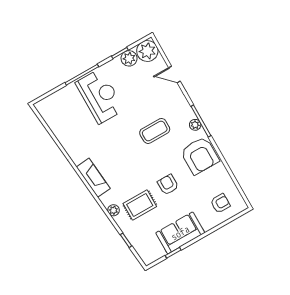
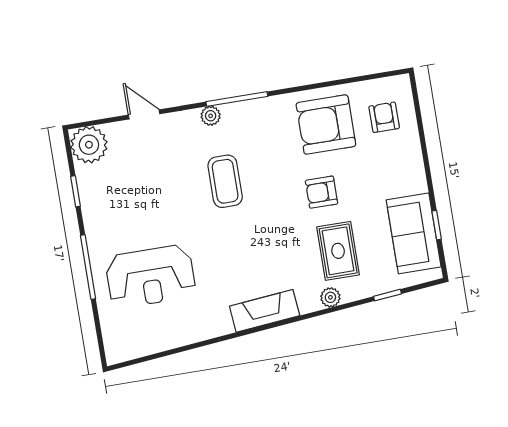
plant: (129, 58) -> (90, 179), removed
door: (174, 74) -> (144, 114), swing flipped
reception desk: (100, 96) -> (151, 276), moved, turned 180
plant: (195, 125) -> (211, 116), moved
armchair: (200, 156) -> (326, 125), moved, turned 180
sofa: (180, 233) -> (414, 233), moved

